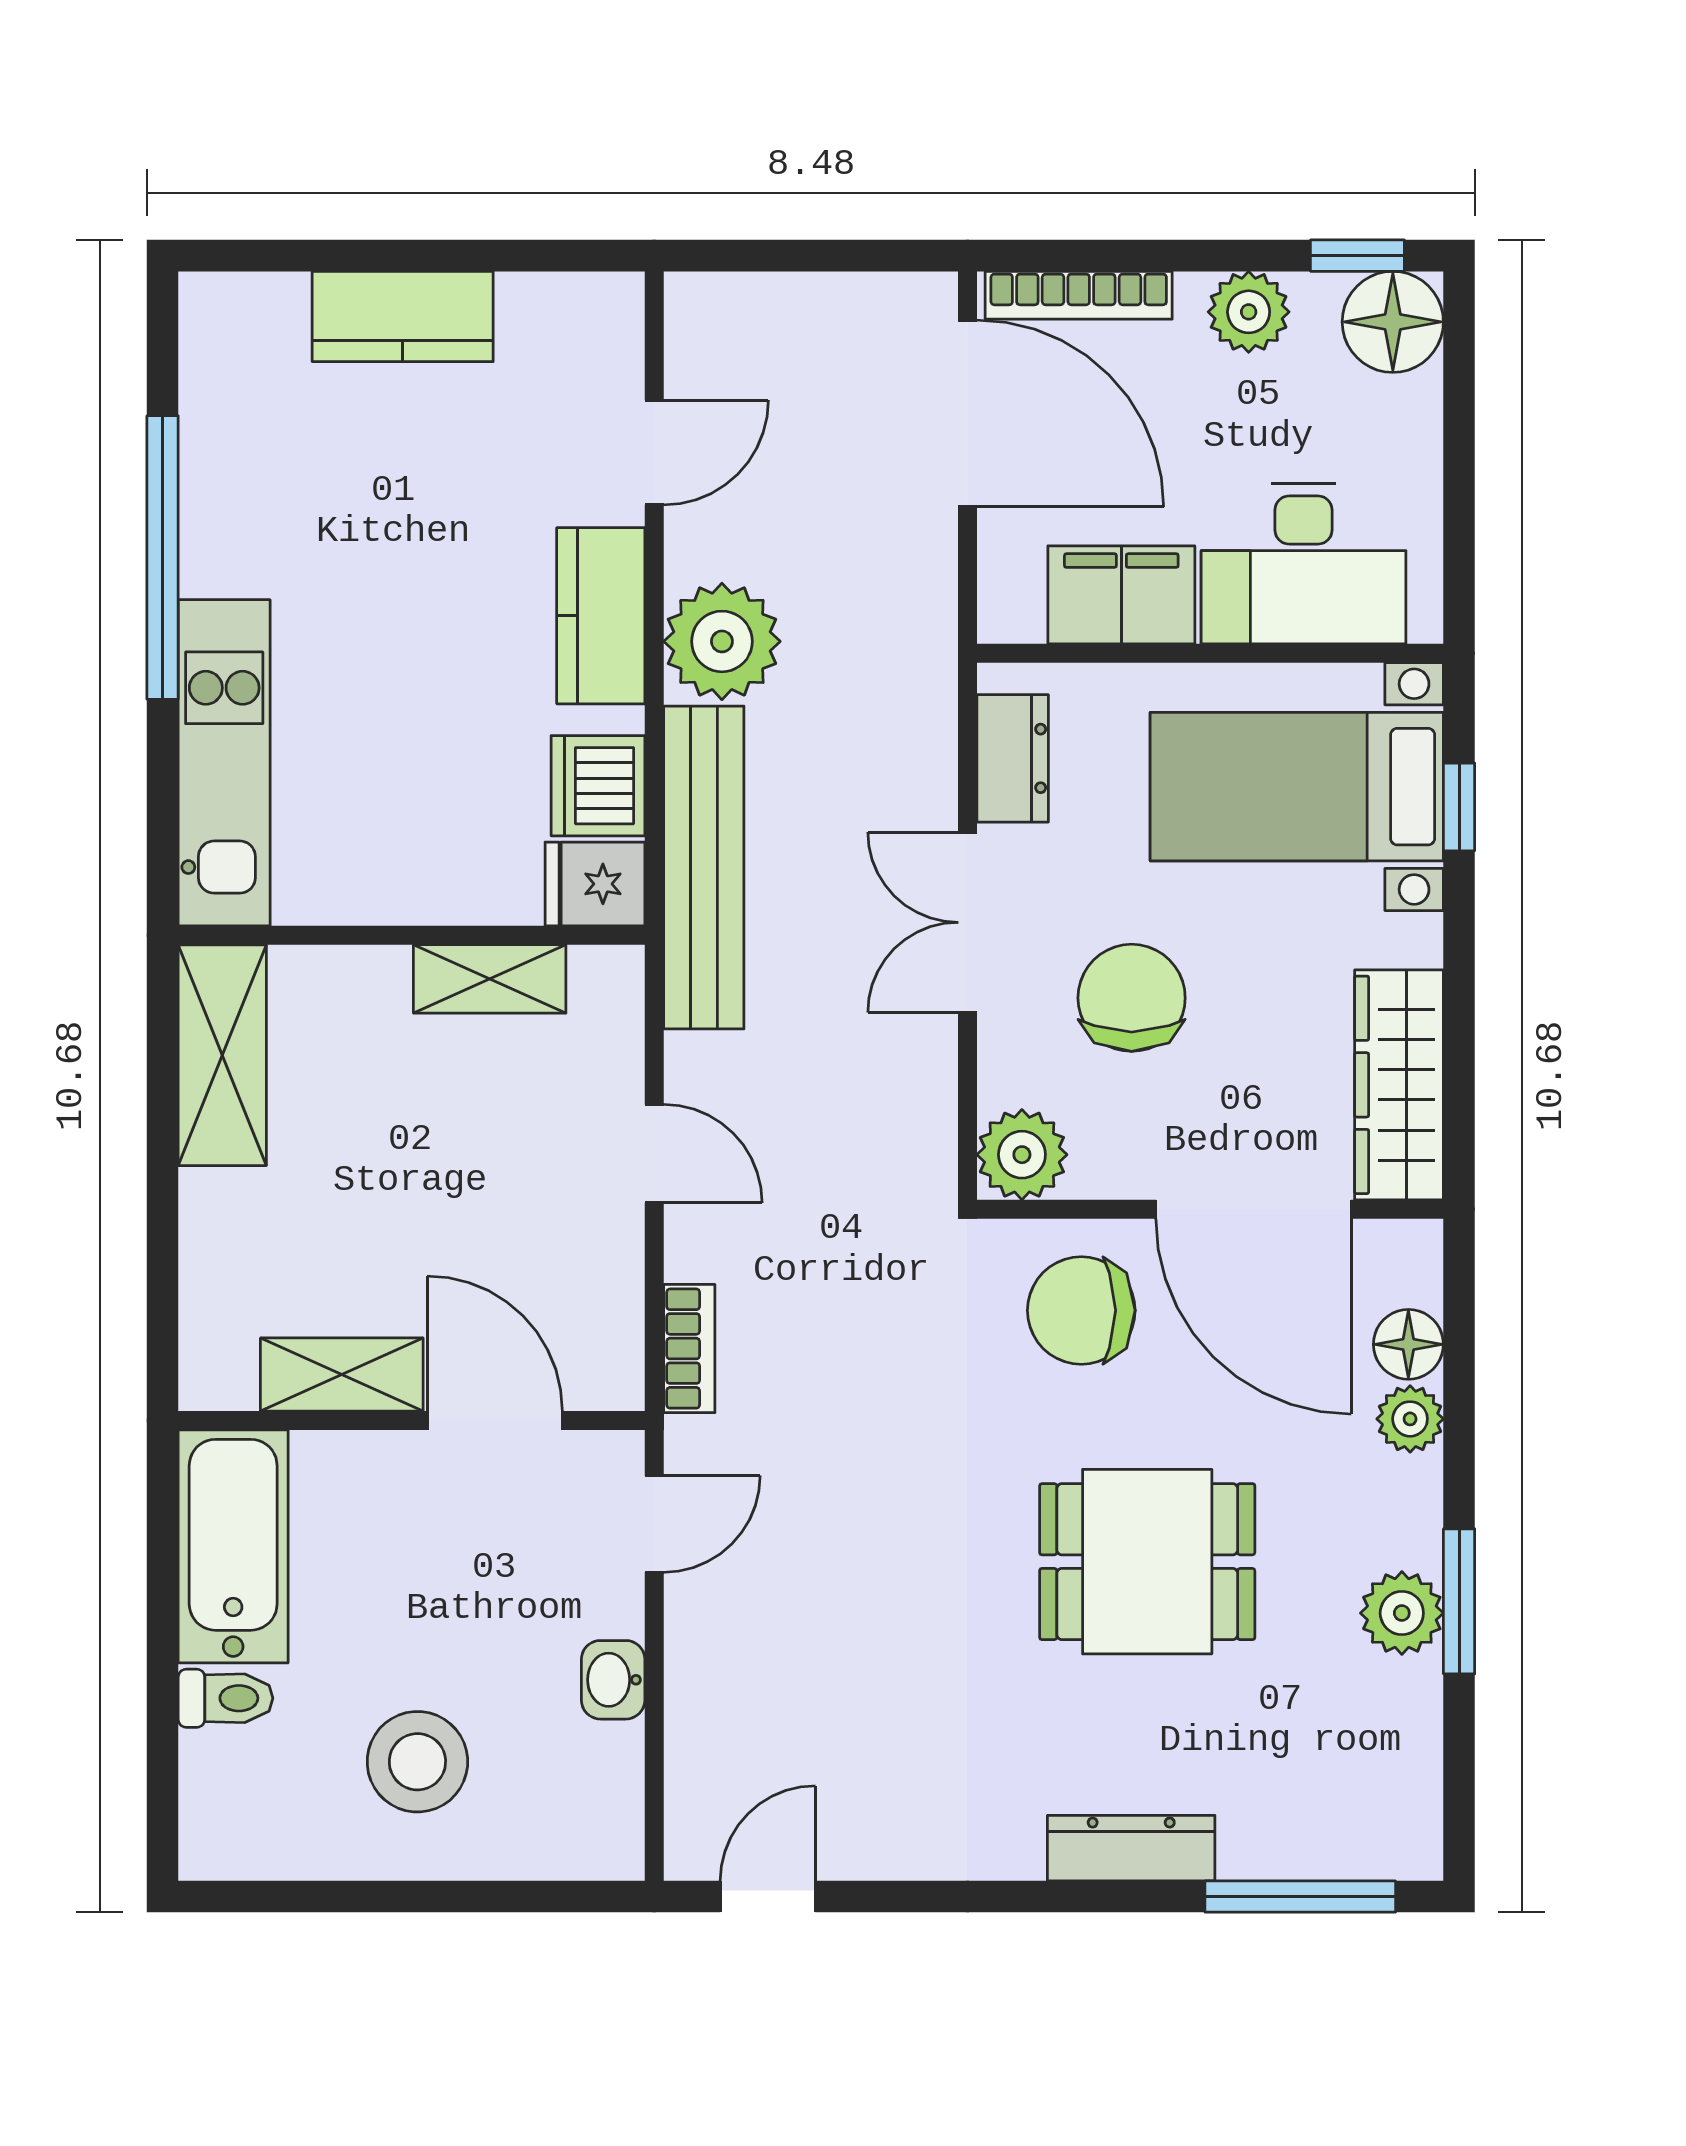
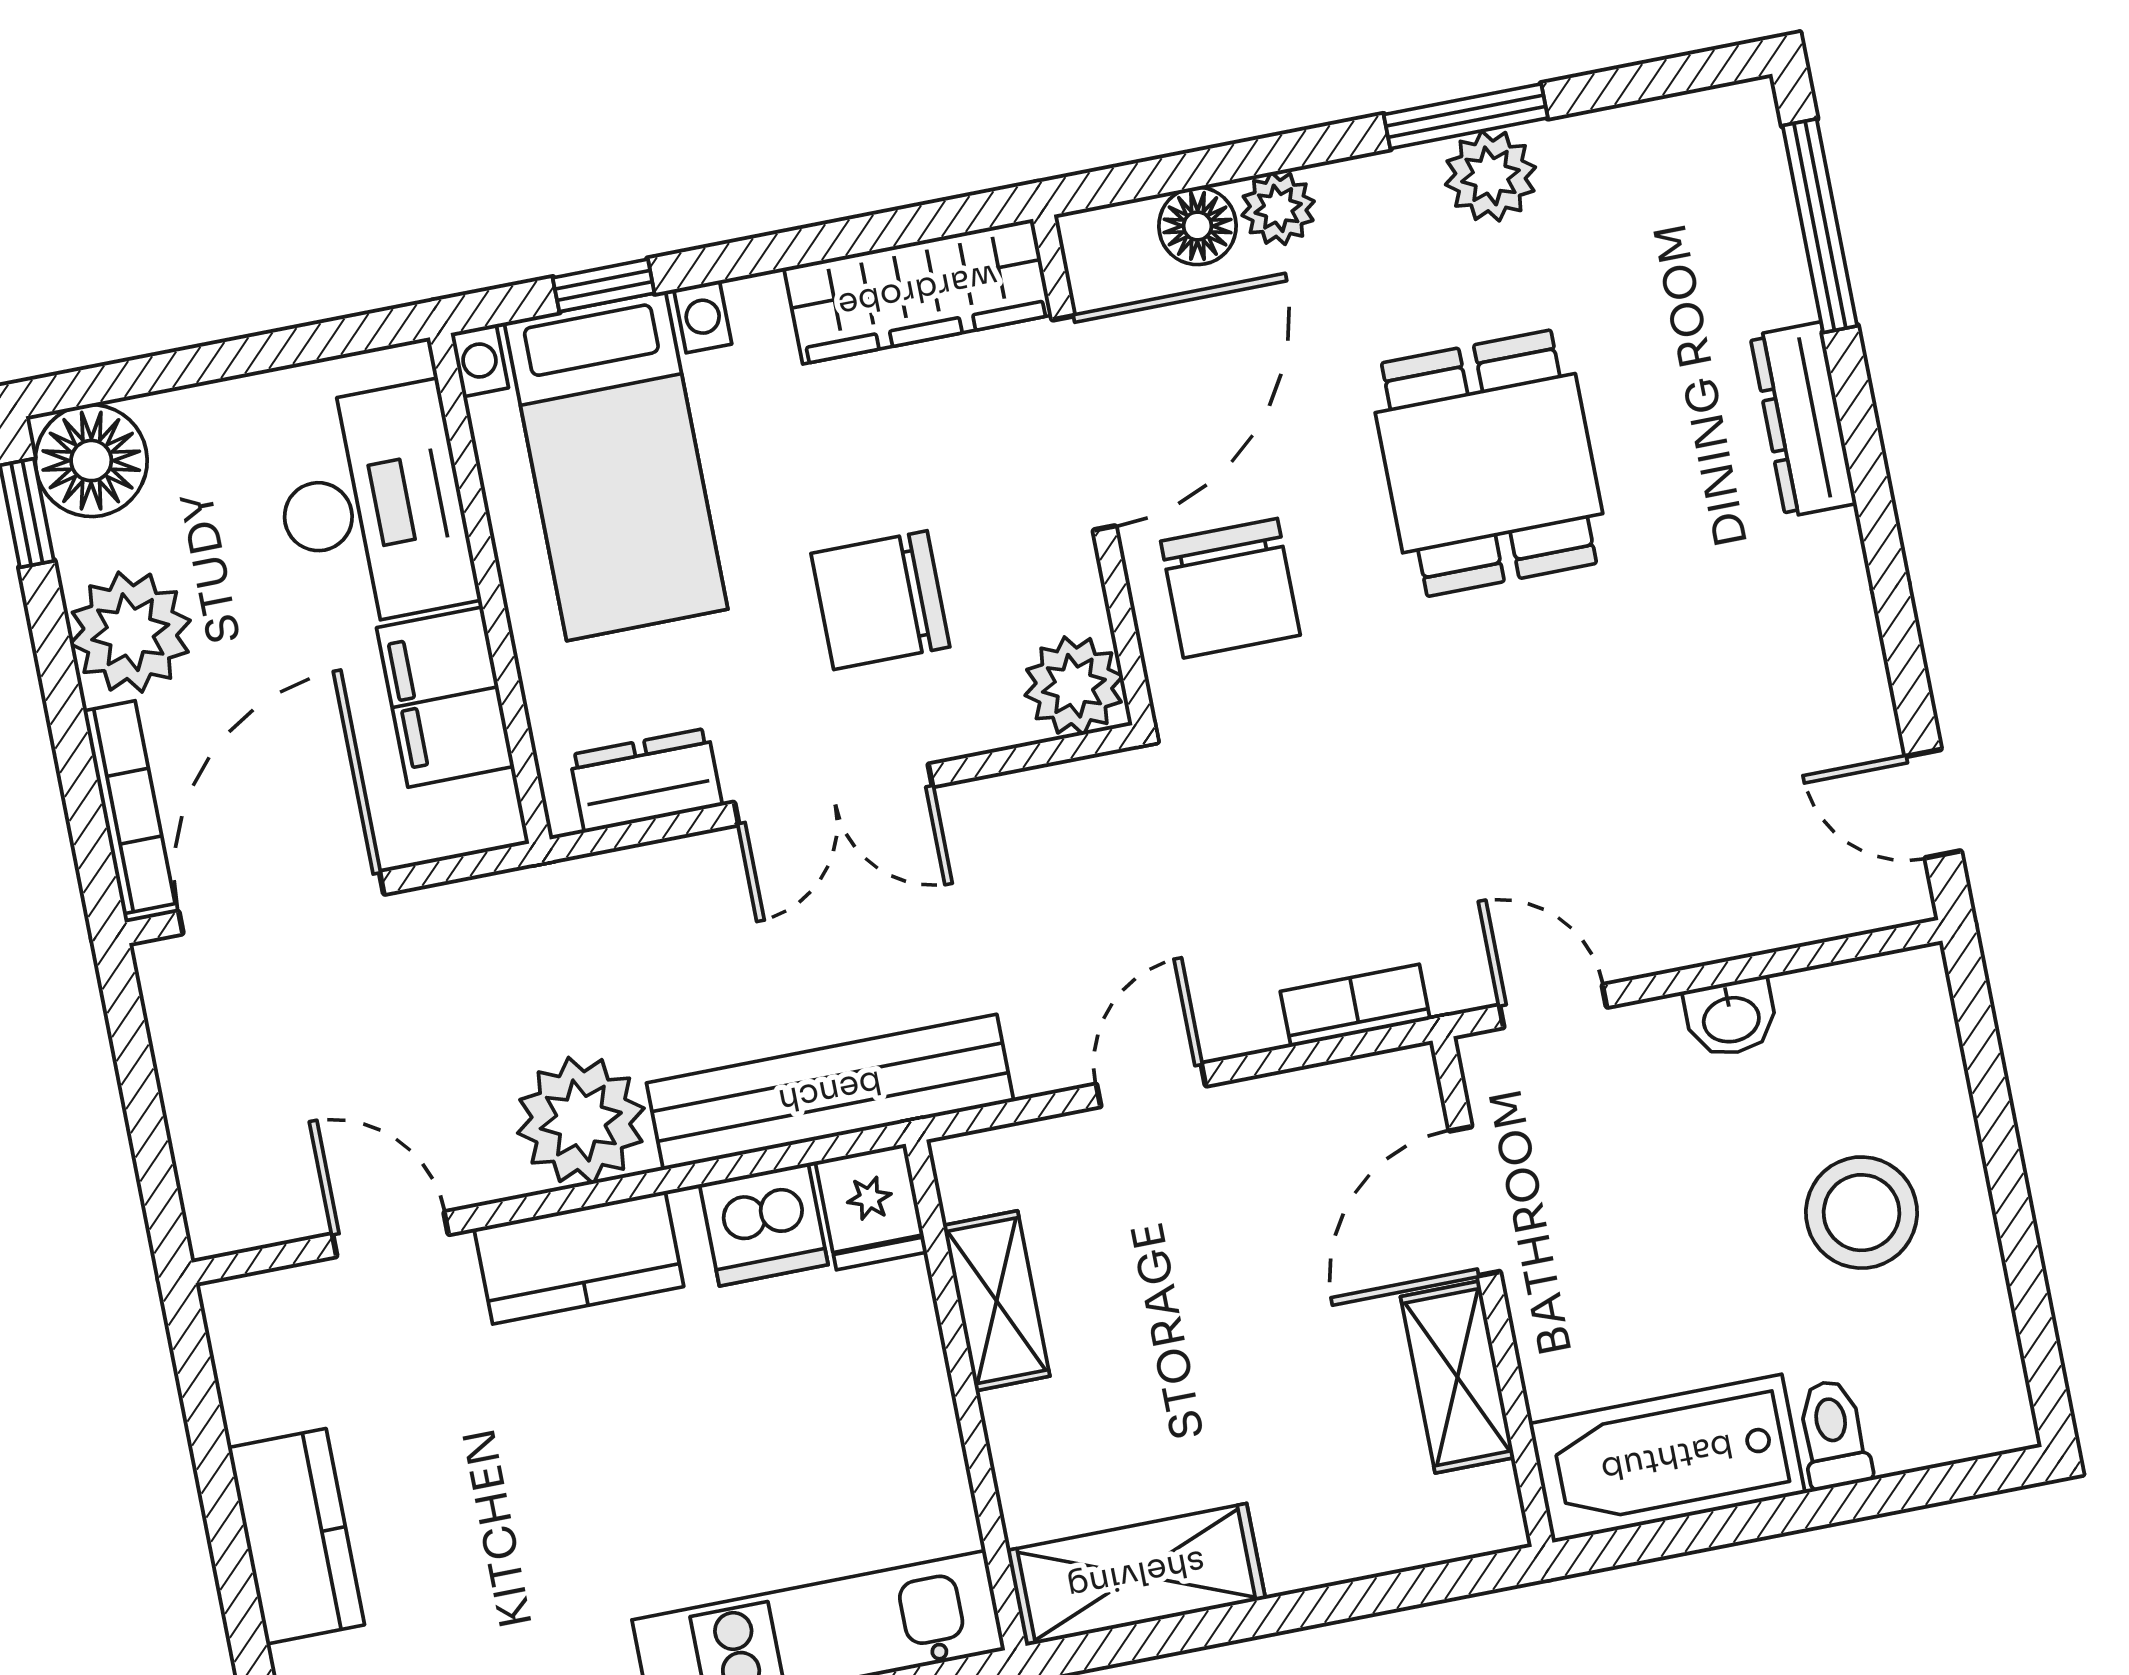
plant: (1249, 312) -> (130, 632), width x1.36, depth x1.36

